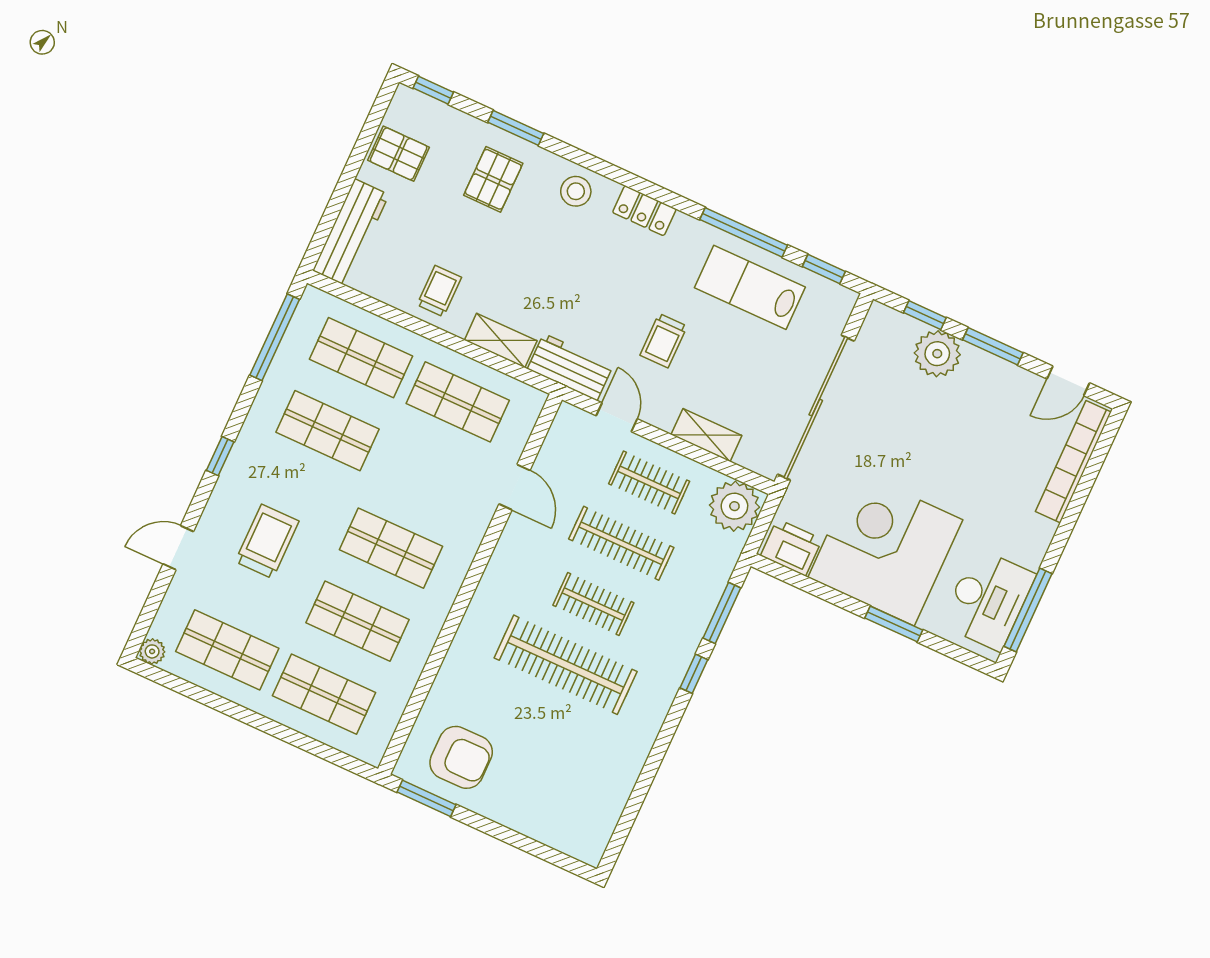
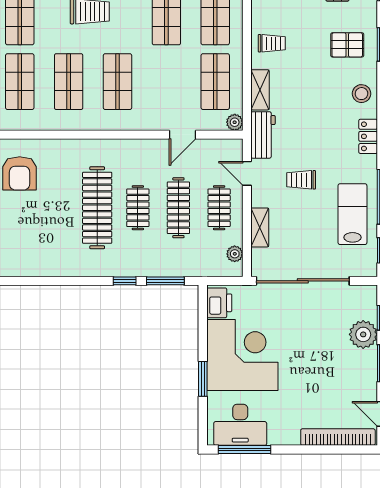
plant: (532, 401) -> (235, 122), added
door: (617, 417) -> (247, 173), swing flipped
plant: (734, 506) -> (235, 254), width x0.53, depth x0.53

